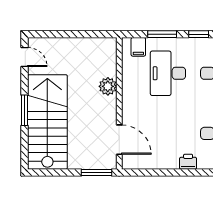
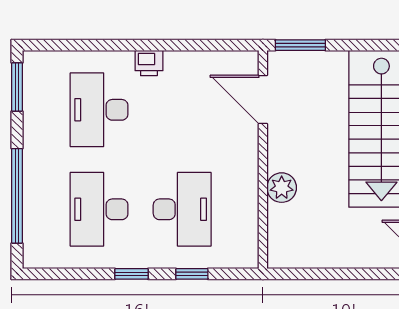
window: (162, 34) -> (192, 274), width x0.67
filing cabinet: (138, 47) -> (231, 253), removed

